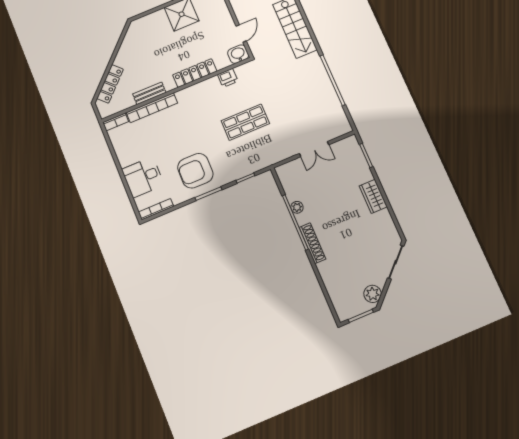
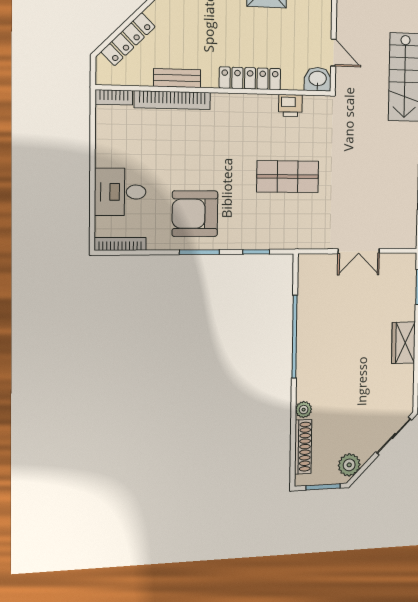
door: (241, 34) -> (333, 53), hinge flipped
plant: (297, 207) -> (304, 410), moved
shoe rack: (312, 243) -> (303, 447), moved

